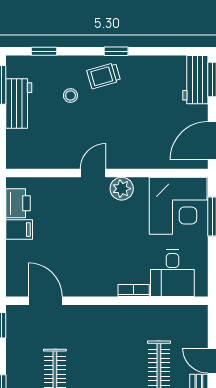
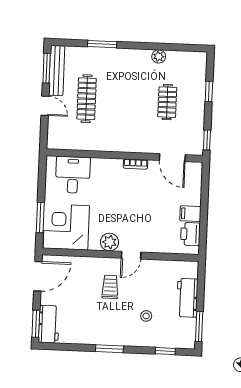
window: (116, 51) -> (109, 349), width x1.50
trolley: (104, 76) -> (110, 287), moved, turned -74
workbench: (19, 104) -> (187, 298), moved
bookcase: (134, 290) -> (136, 164), moved

